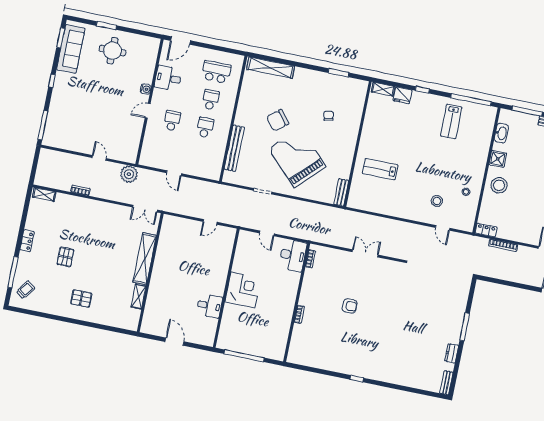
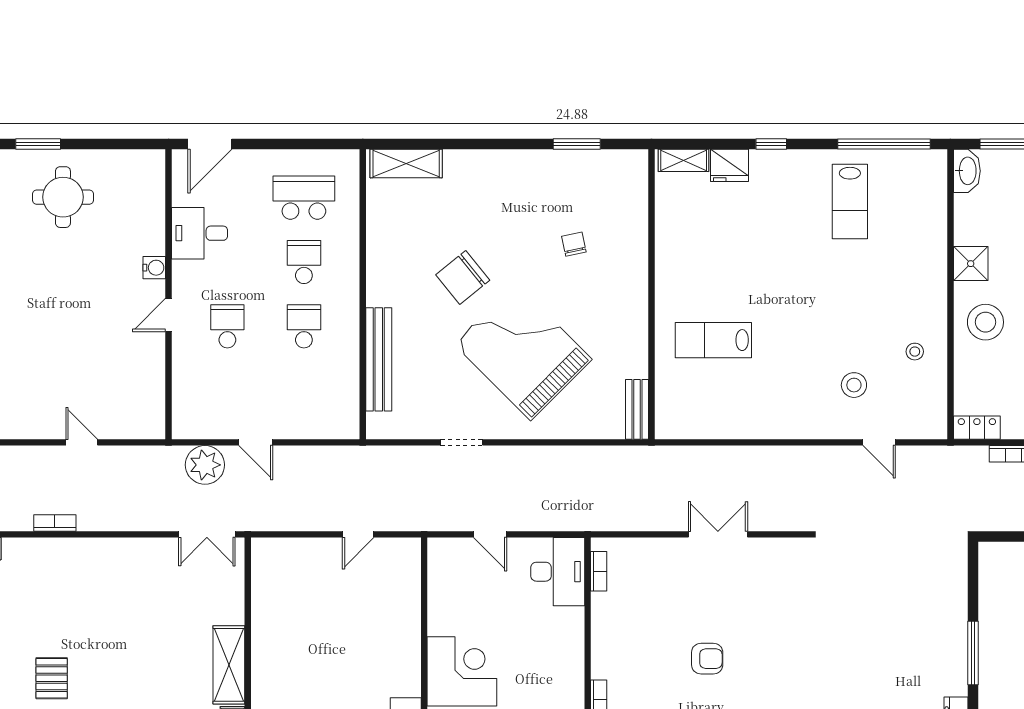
shelving: (271, 68) -> (406, 163), width x0.68
washbasin: (501, 133) -> (967, 171), moved
plant: (129, 174) -> (205, 465), moved
shelving: (145, 259) -> (229, 665), width x0.68

